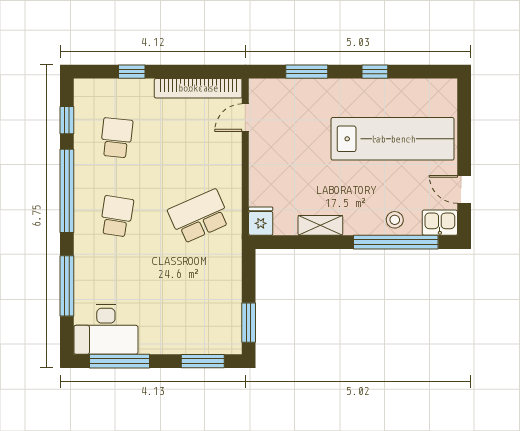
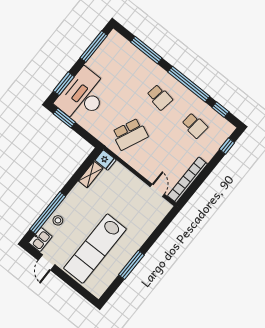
window: (132, 72) -> (227, 146), moved
window: (307, 72) -> (156, 234), removed
window: (375, 72) -> (131, 265), width x2.17
door: (464, 189) -> (47, 262), swing flipped
school desk: (199, 216) -> (130, 134), turned 48
shelving: (320, 225) -> (91, 175), moved
desk: (106, 329) -> (83, 96), moved, width x1.36, depth x1.30

